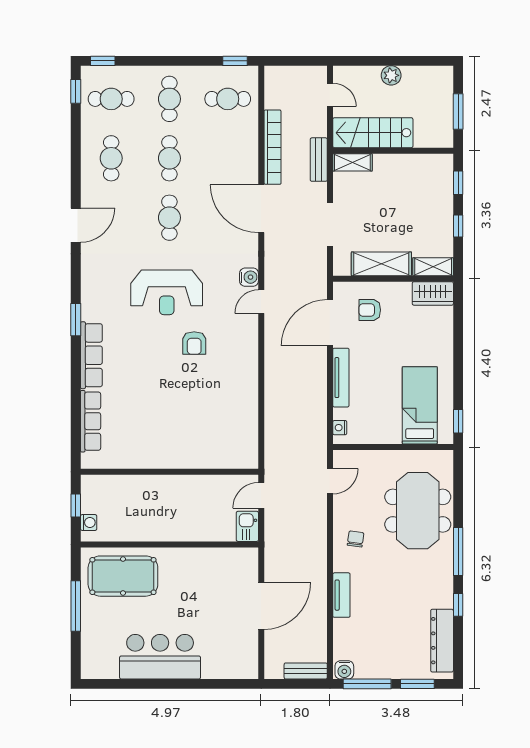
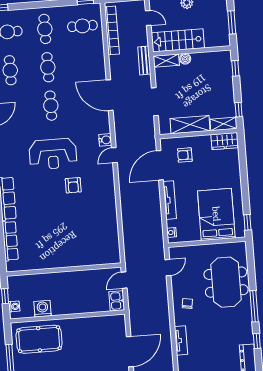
bookcase: (273, 147) -> (112, 30), moved
boiler: (382, 162) -> (185, 59), added
window: (458, 226) -> (239, 110), moved
bed: (420, 405) -> (216, 214), width x1.50
washing machine: (132, 529) -> (42, 309), added

